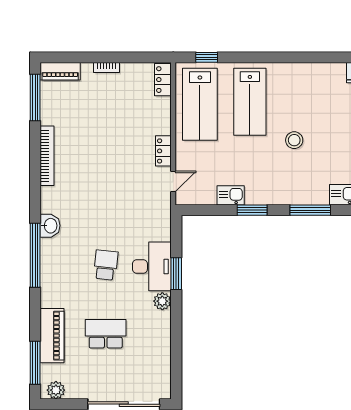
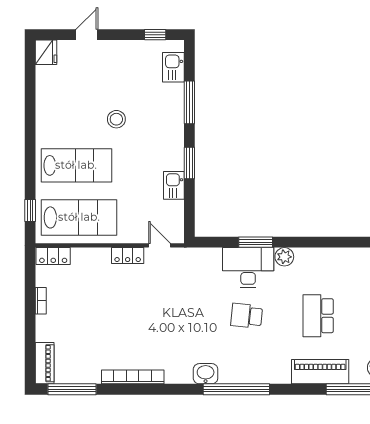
bookcase: (106, 68) -> (41, 301), moved

